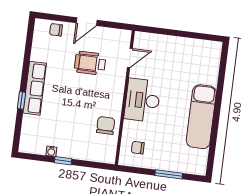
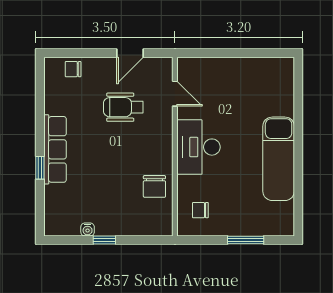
door: (87, 22) -> (130, 53), moved
door: (130, 58) -> (175, 94), hinge flipped
chair: (106, 125) -> (154, 186), turned 180

